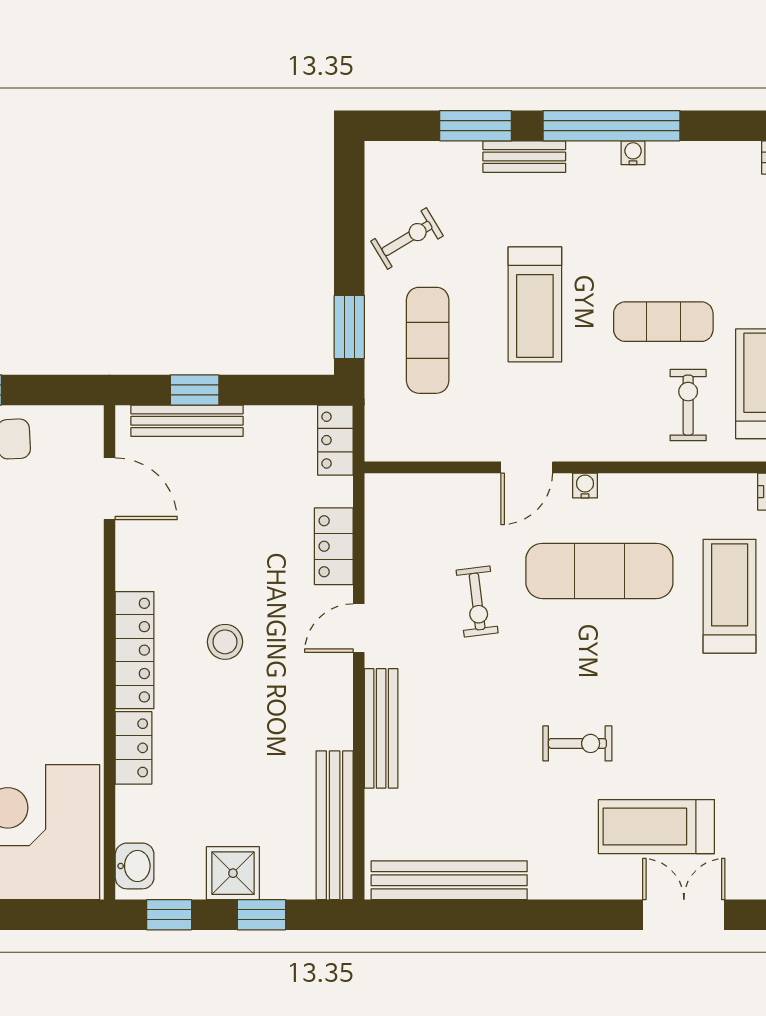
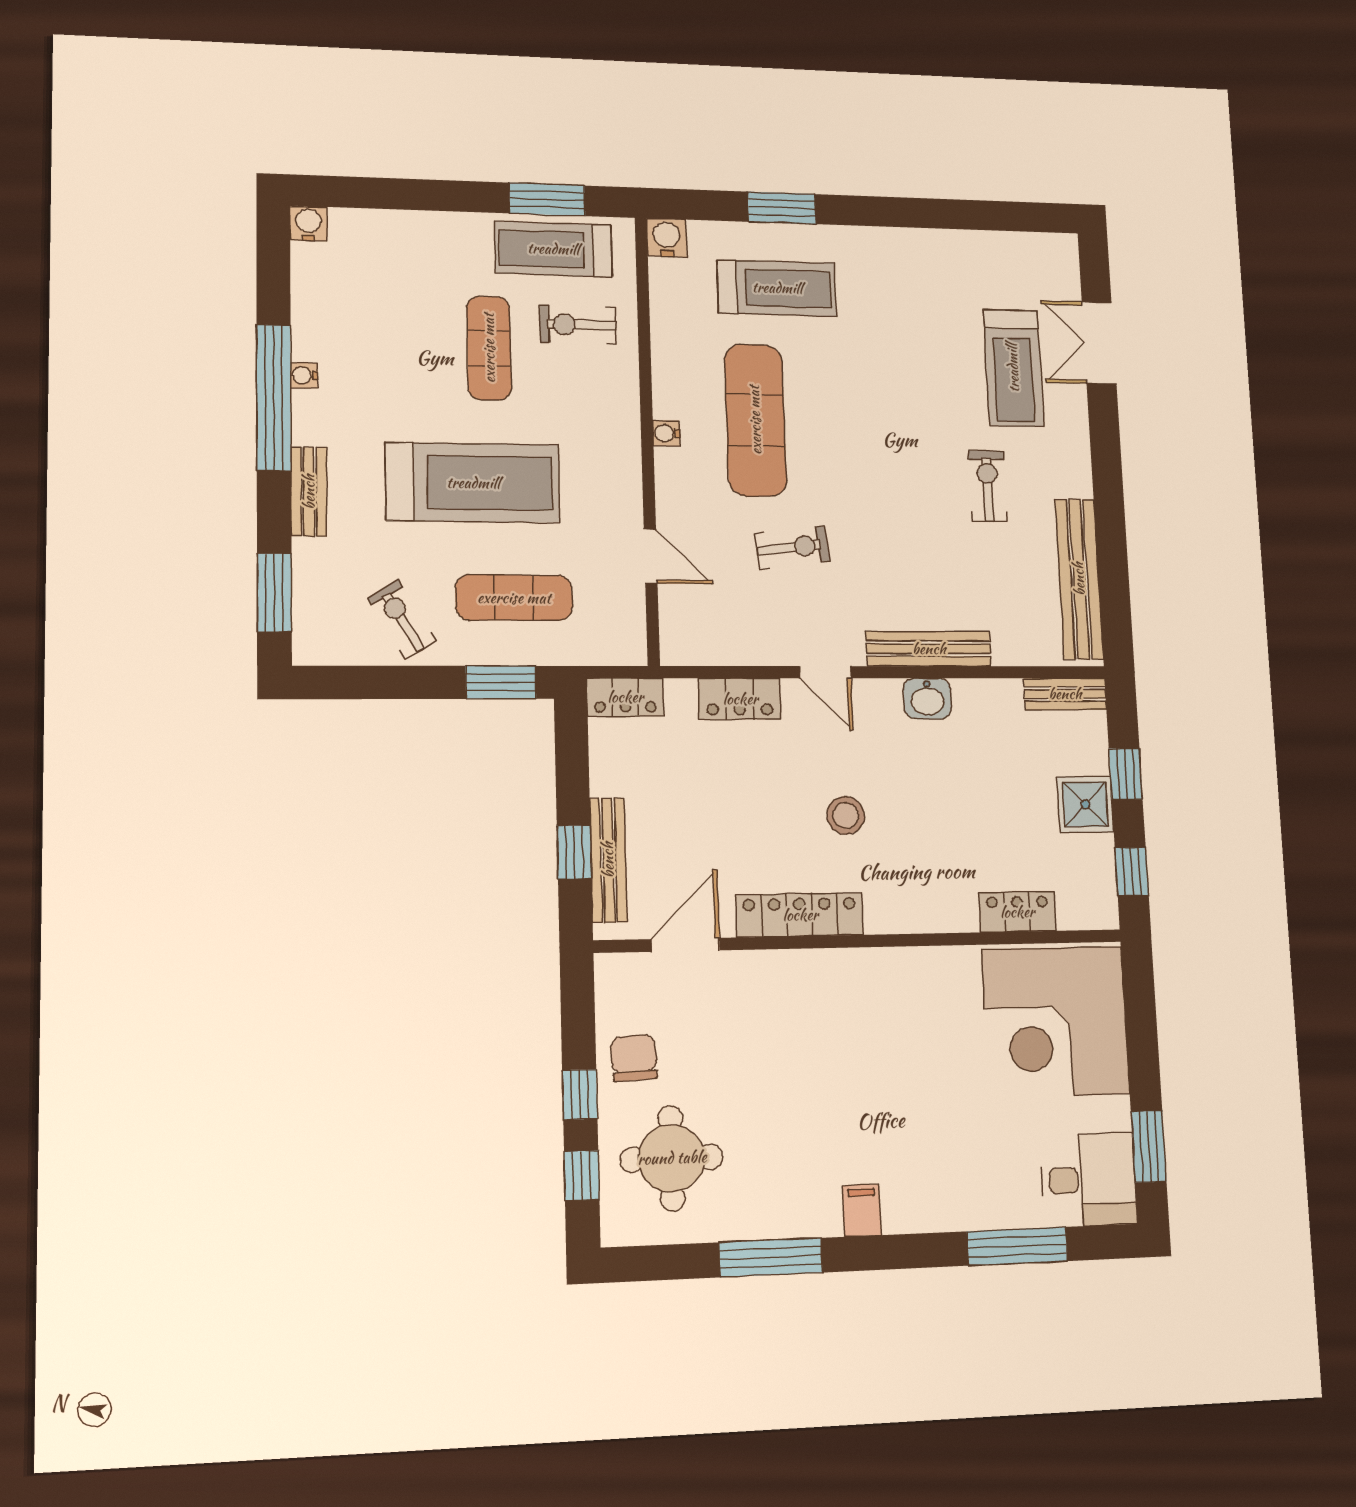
window: (476, 126) -> (274, 593), moved
treadmill: (535, 304) -> (473, 483), width x1.37, depth x1.38
door: (527, 467) -> (651, 556), moved
treadmill: (730, 596) -> (777, 288), turned 180
locker: (135, 650) -> (800, 915), moved
exercise bike: (577, 743) -> (988, 486), moved
locker: (134, 748) -> (1017, 912), moved
bench: (335, 825) -> (1065, 694), width x0.54, depth x0.82
washbasin: (135, 866) -> (927, 699), moved, turned 180

